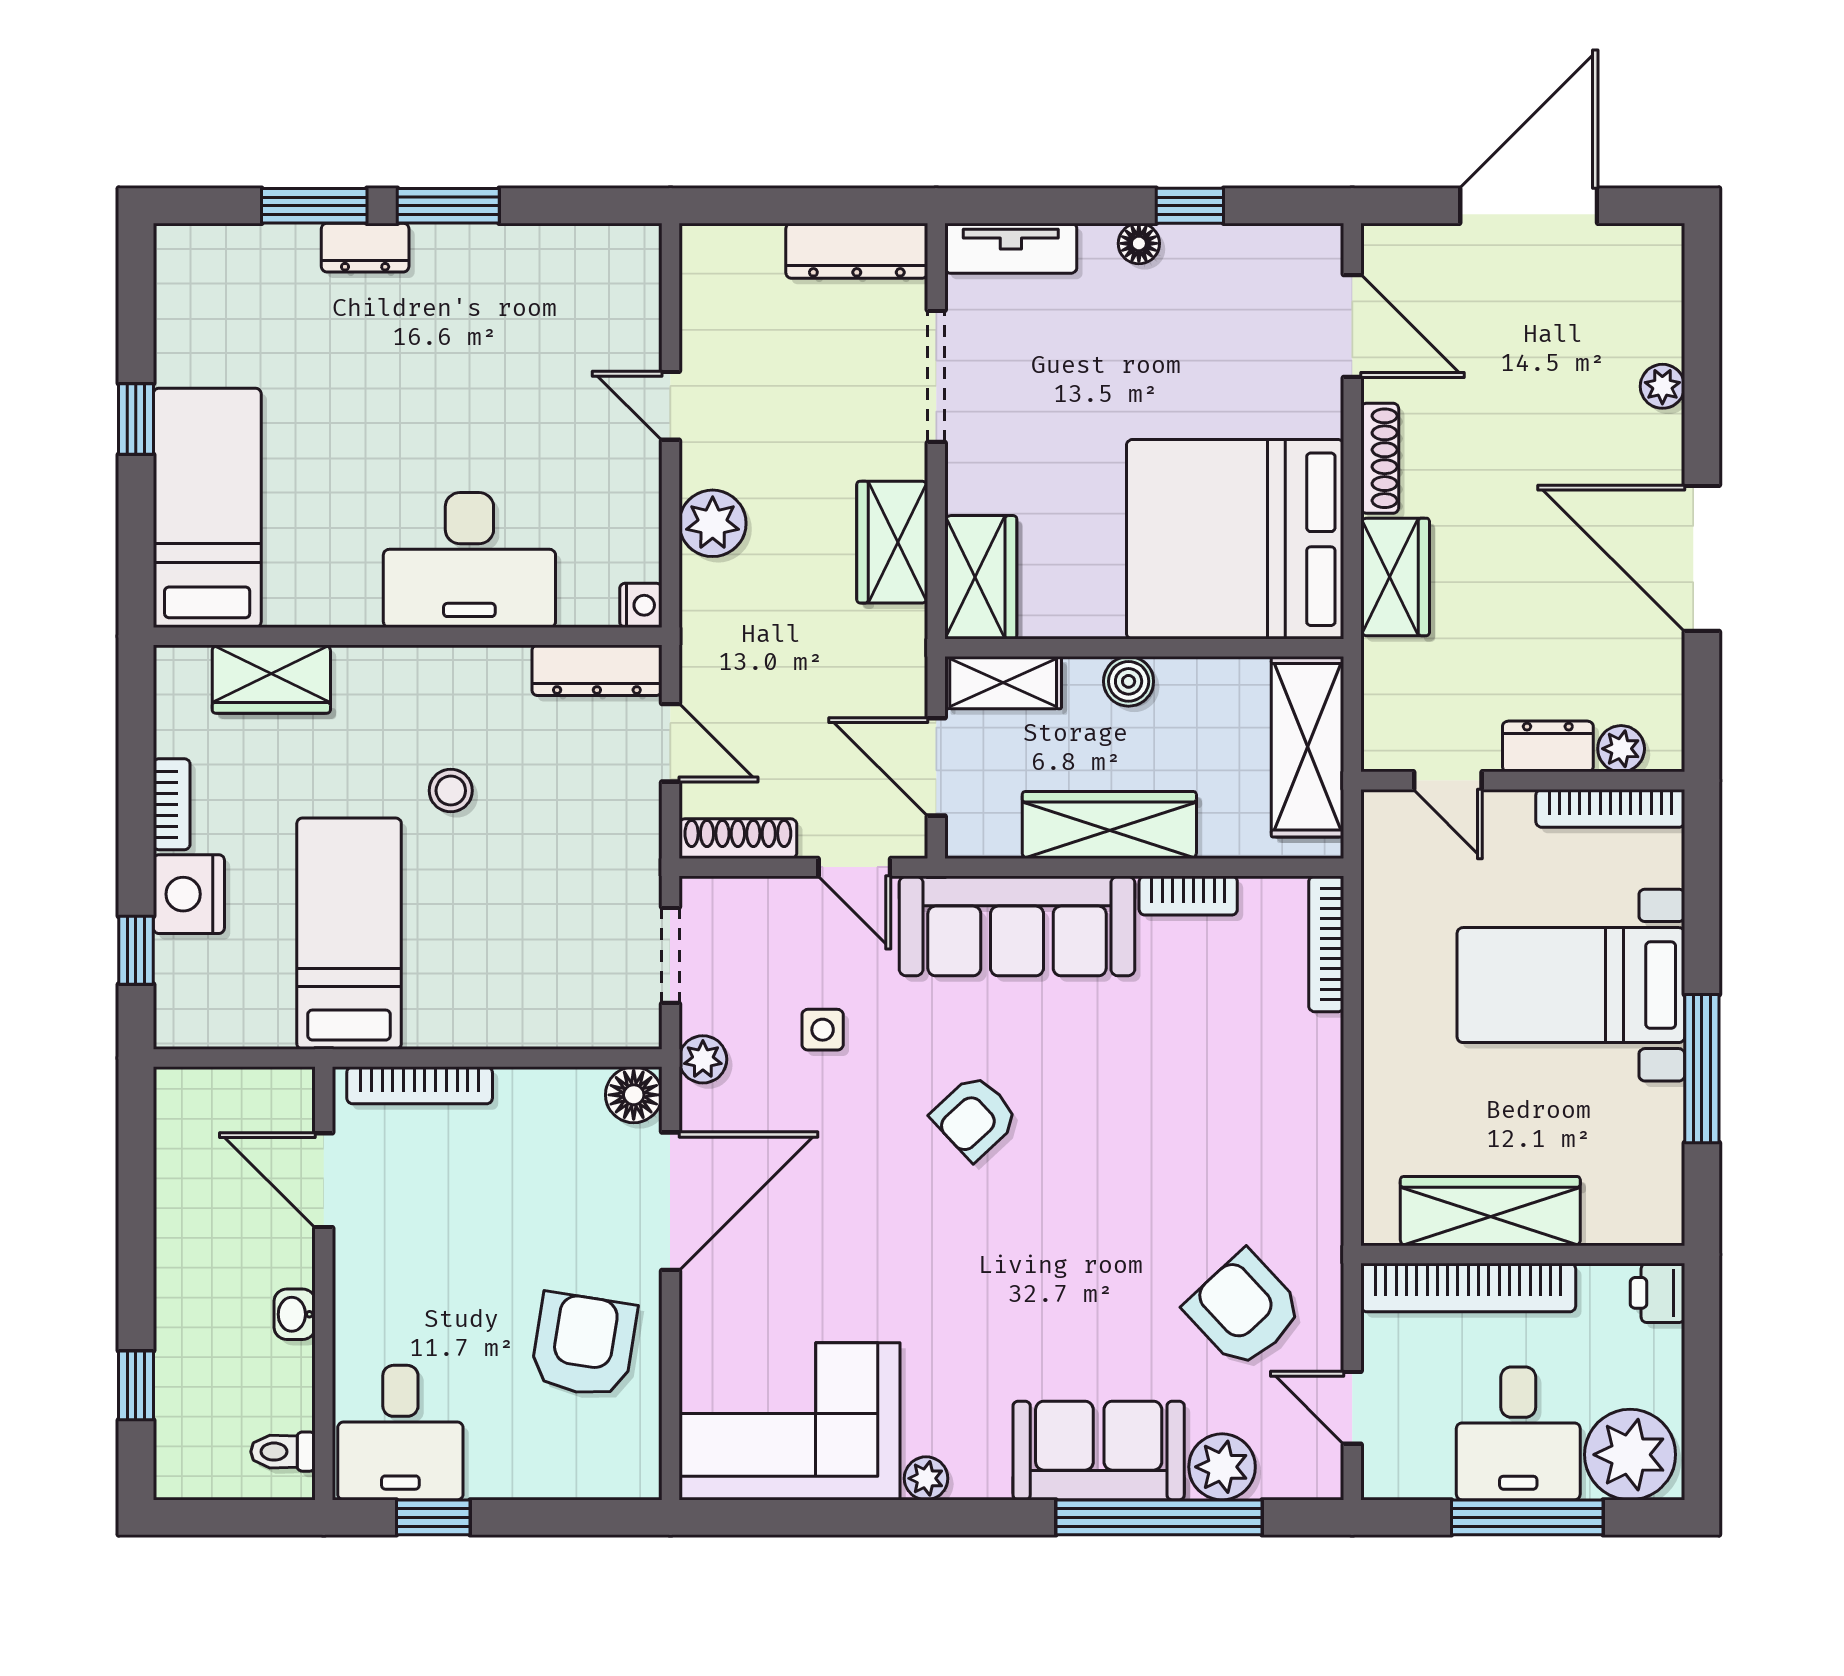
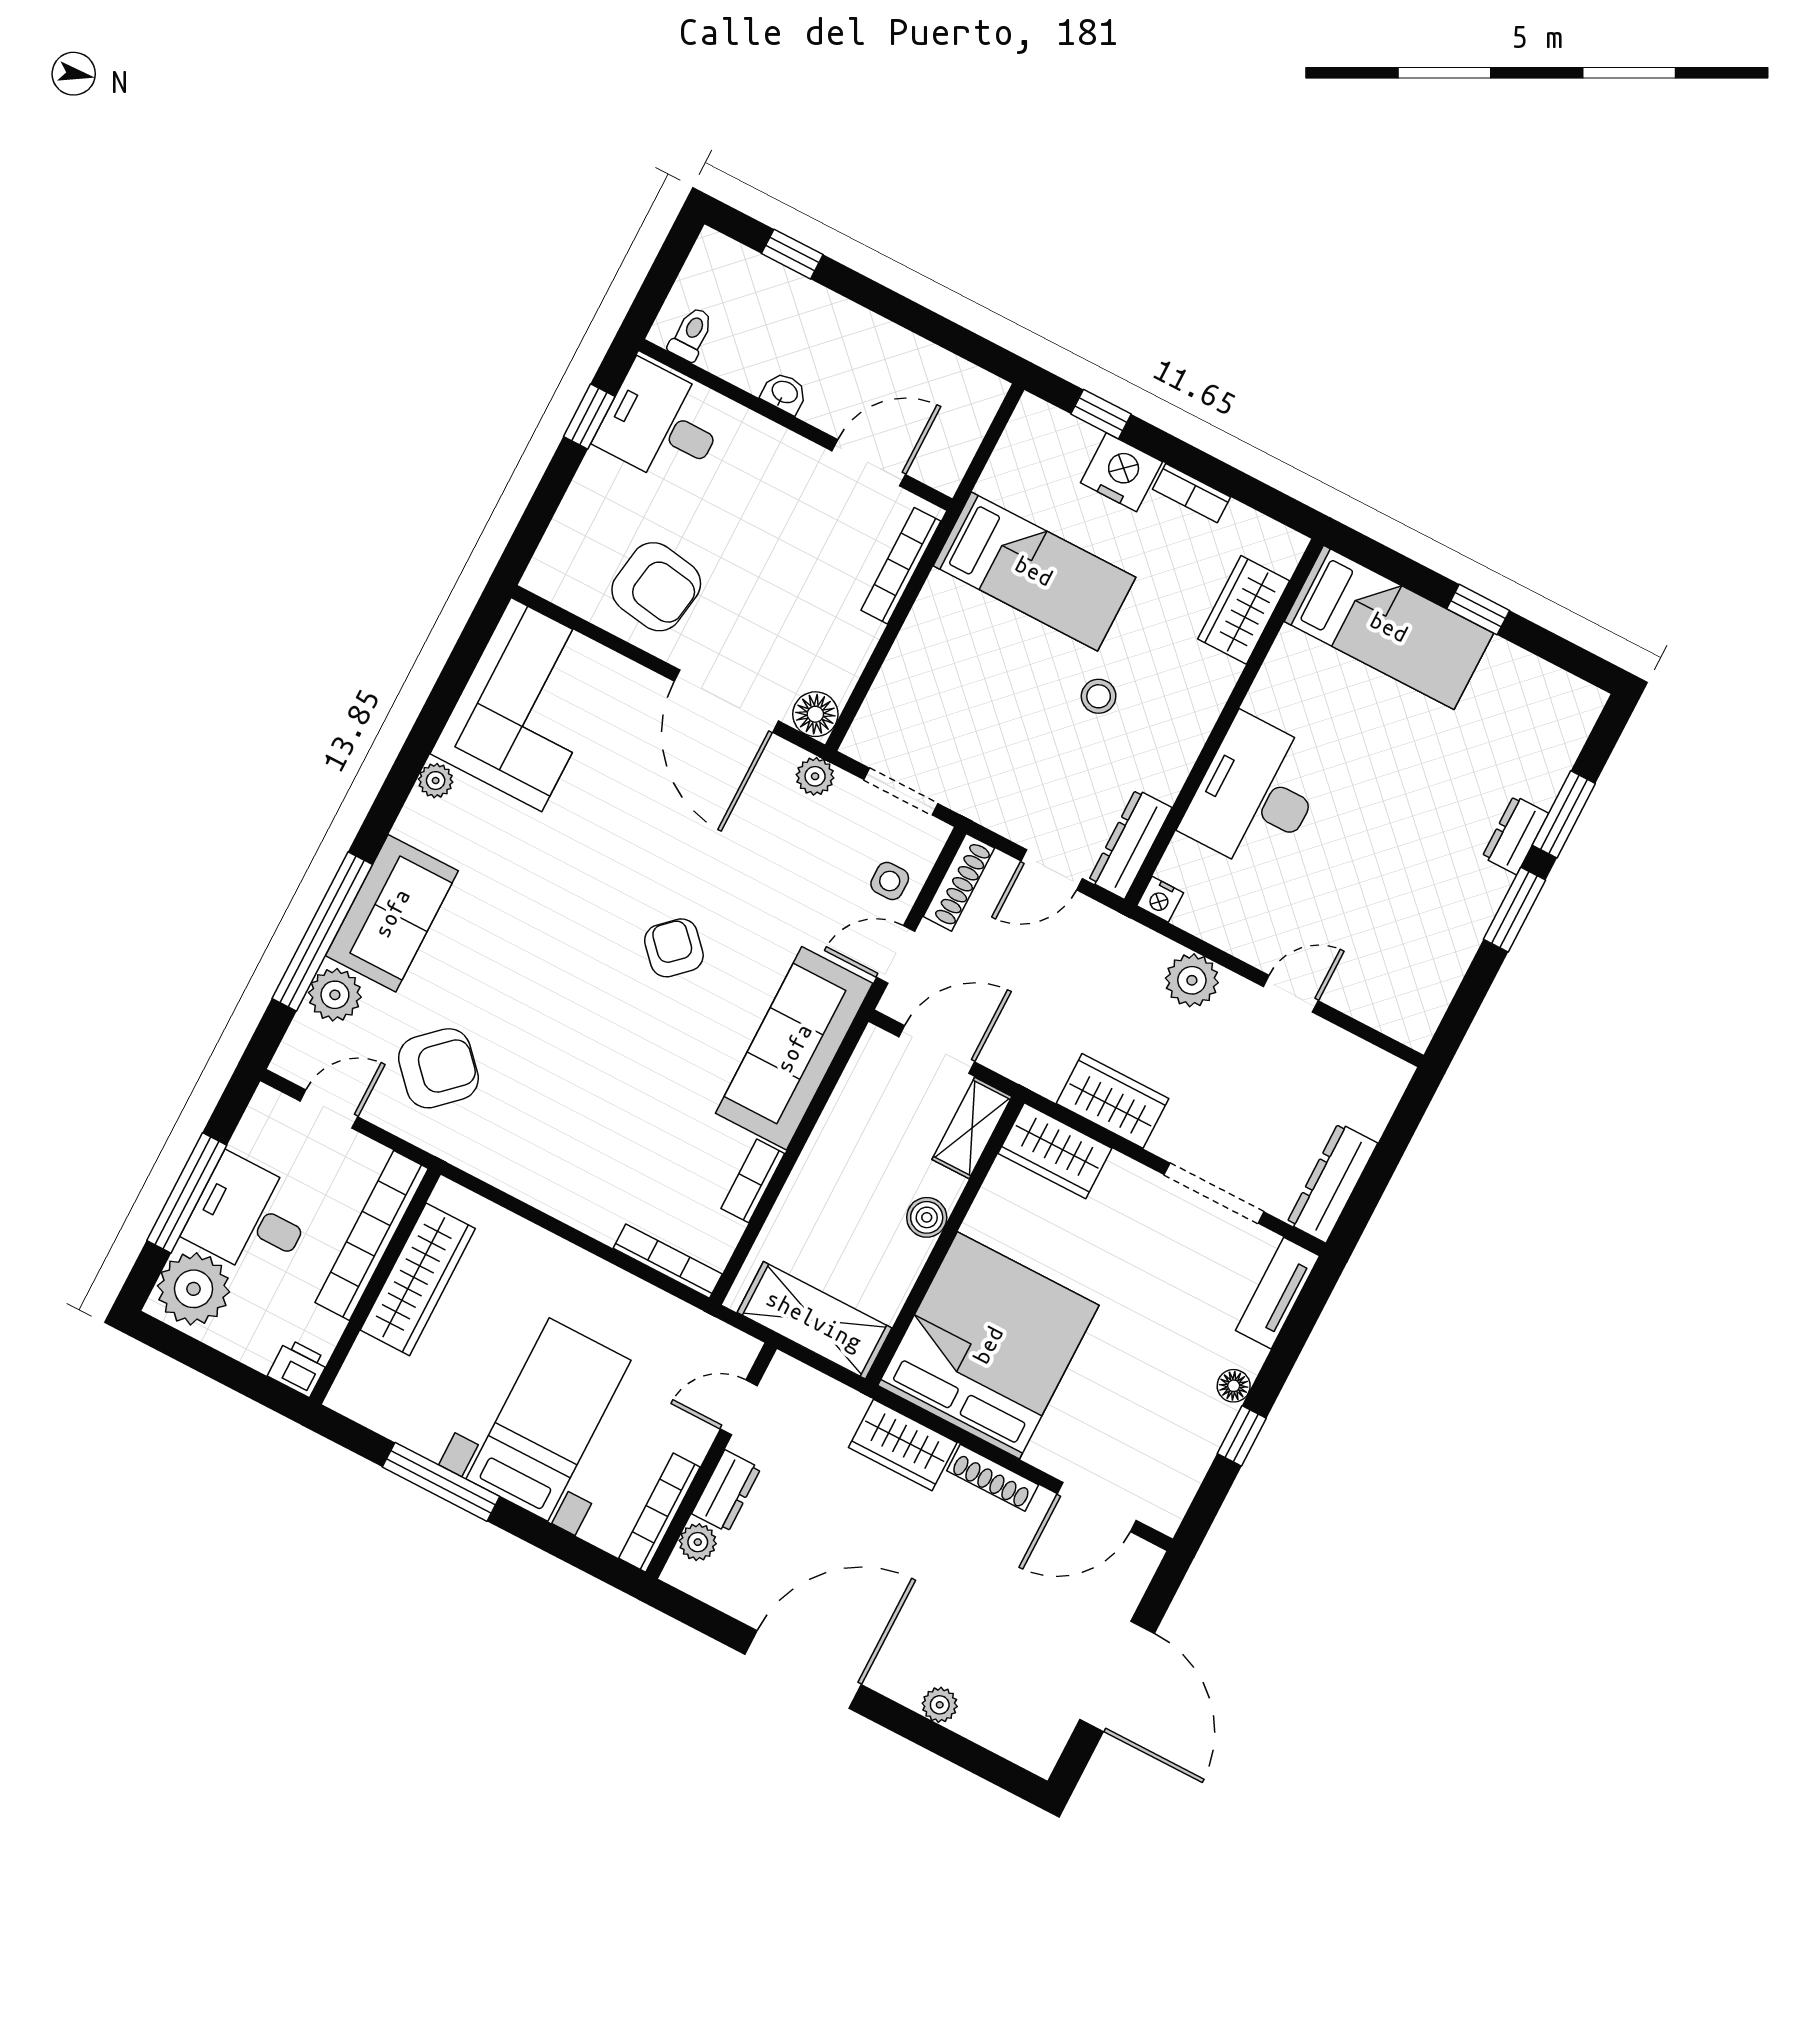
wardrobe: (1109, 825) -> (832, 1151), removed
side table: (823, 1030) -> (890, 881), moved

